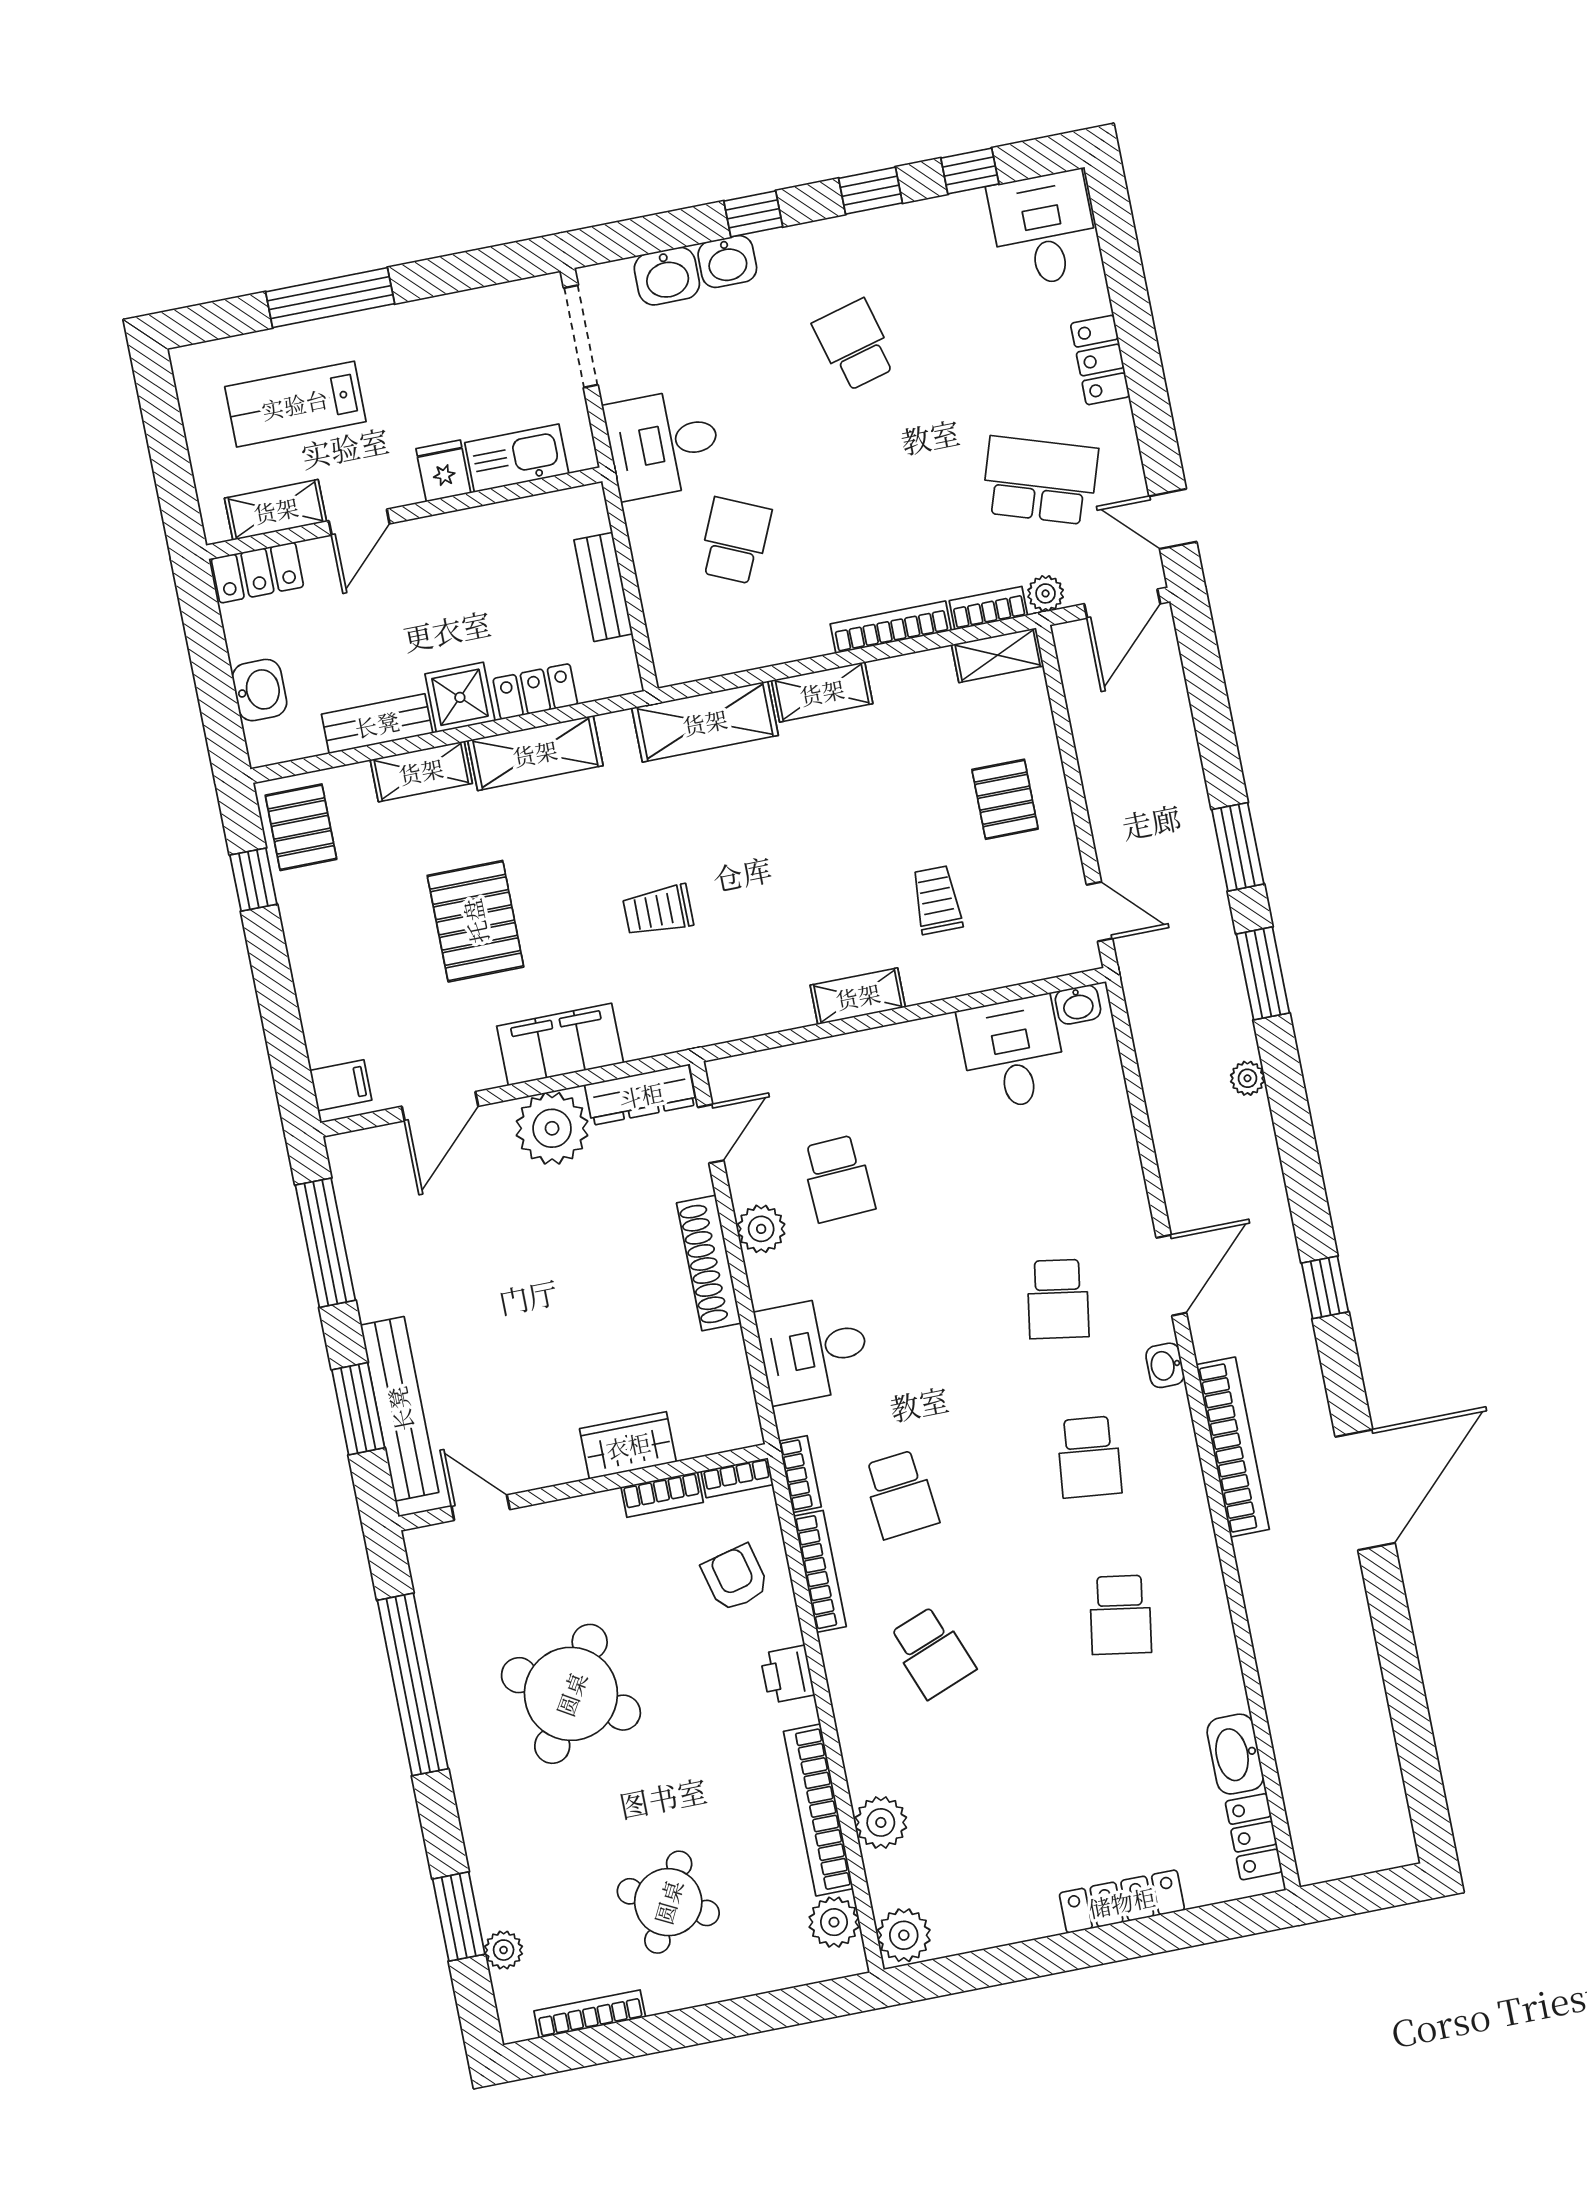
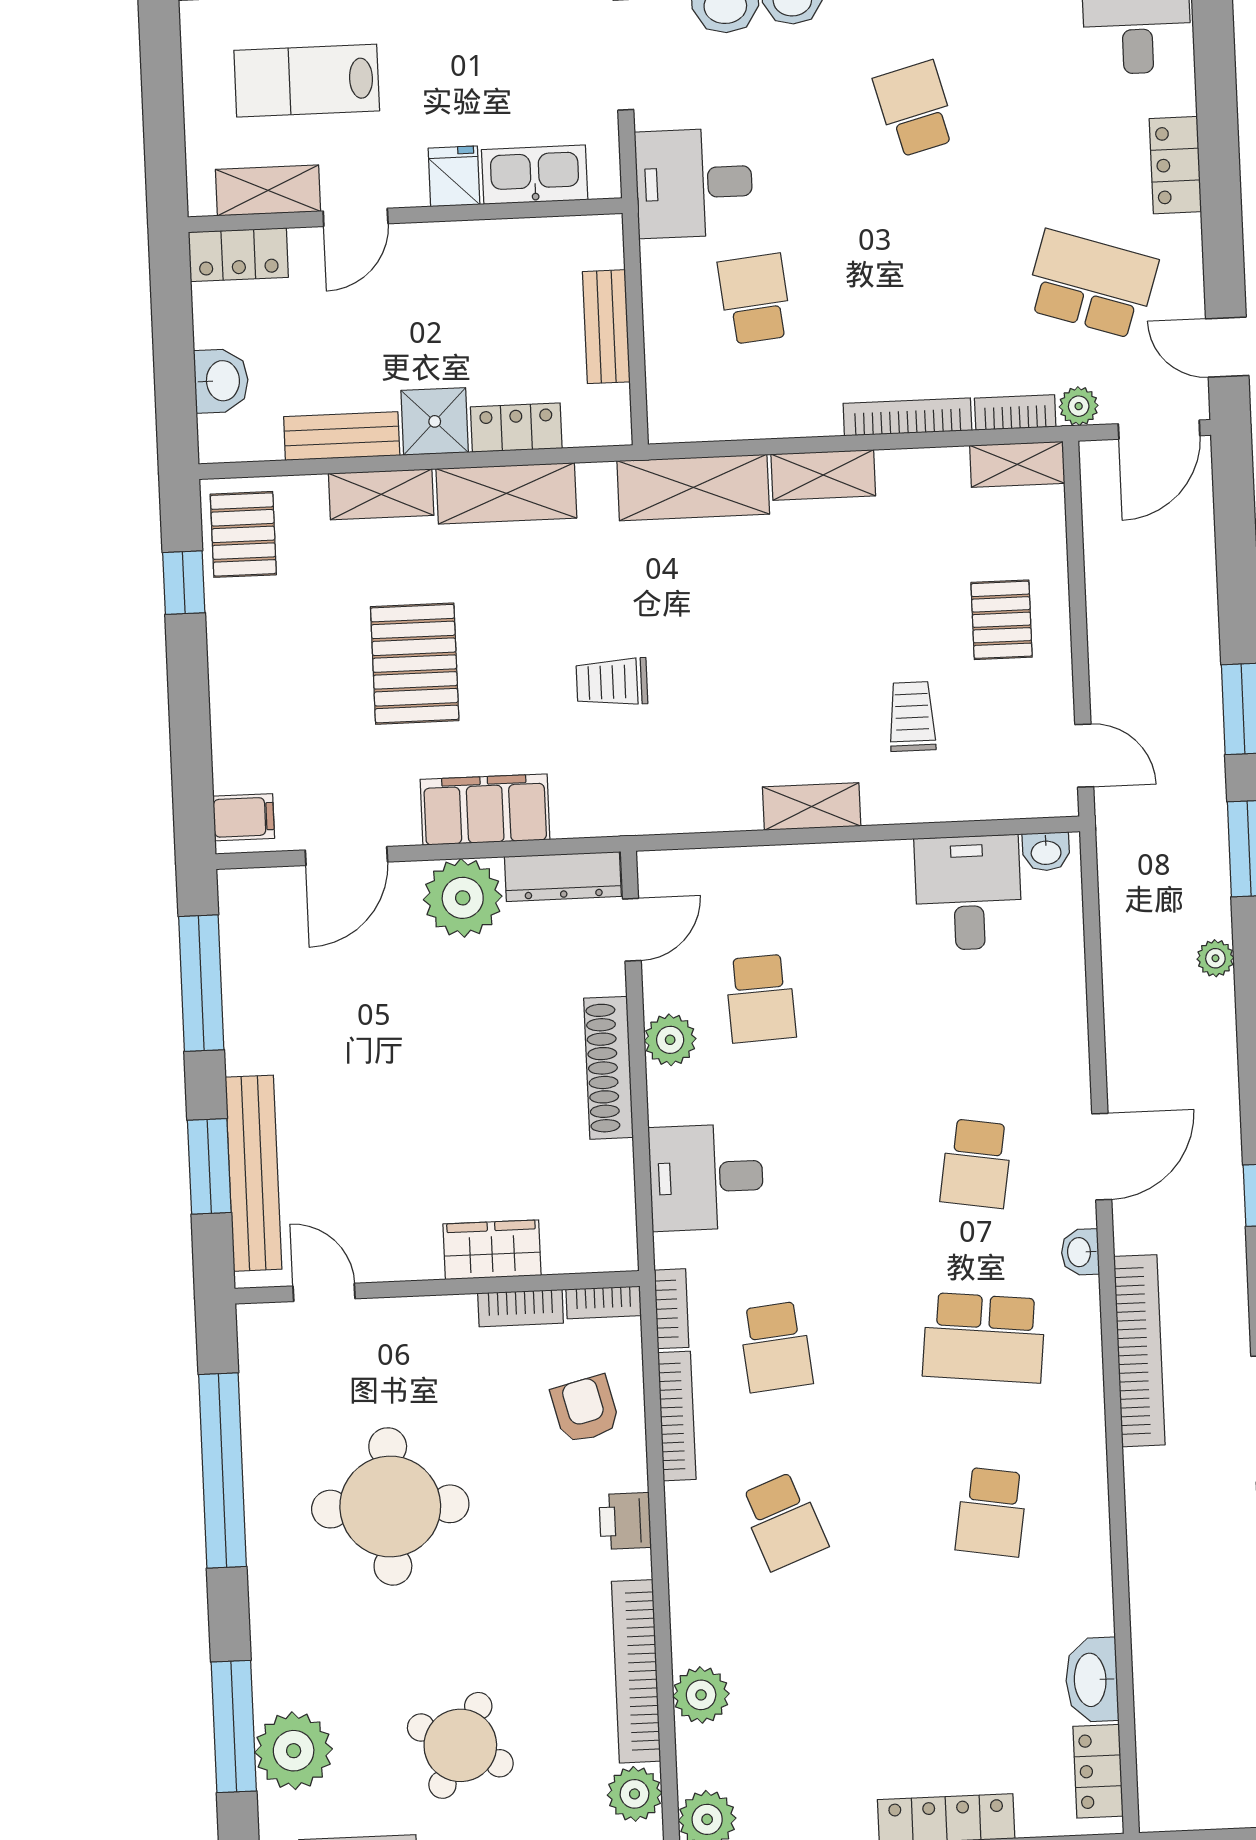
school desk: (735, 541) -> (755, 299), turned -30
school desk: (1089, 1457) -> (984, 1338), width x1.85
round table: (571, 1694) -> (390, 1506), turned -31
window: (459, 1917) -> (234, 1727), width x1.44
plant: (504, 1950) -> (294, 1751), width x1.87, depth x1.87

